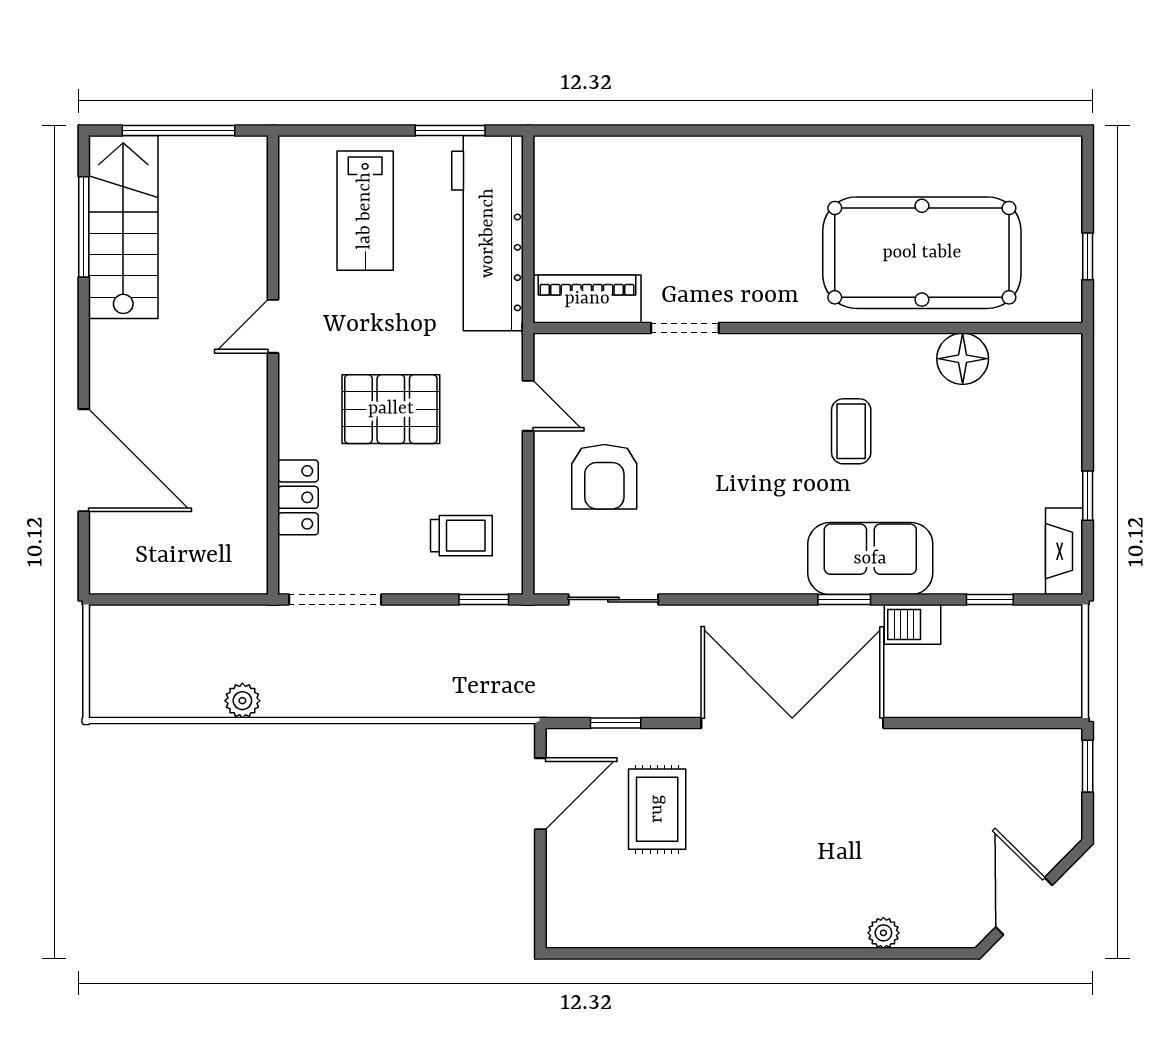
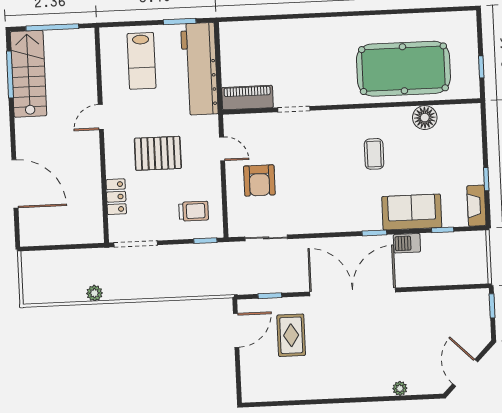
sofa: (870, 559) -> (412, 212), moved

